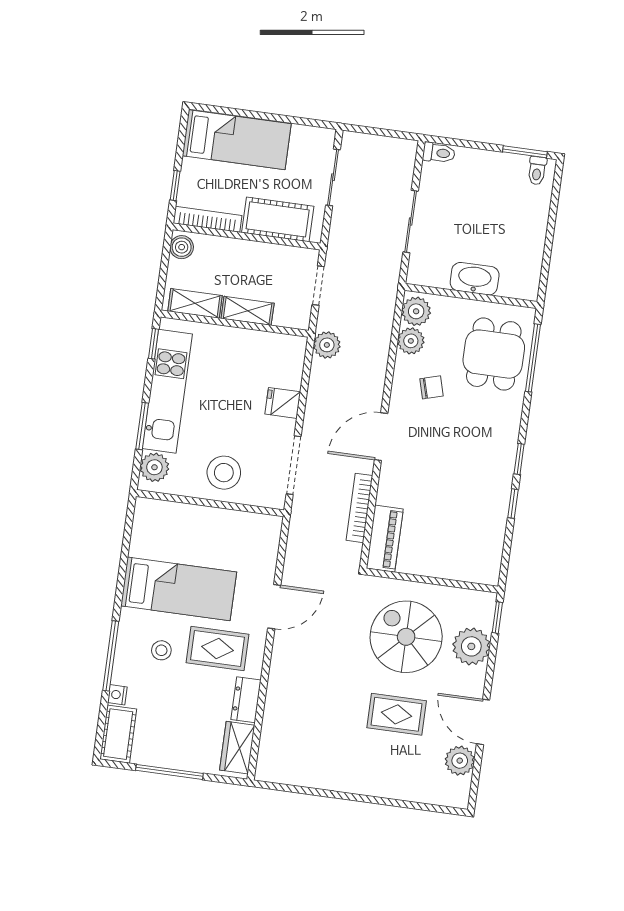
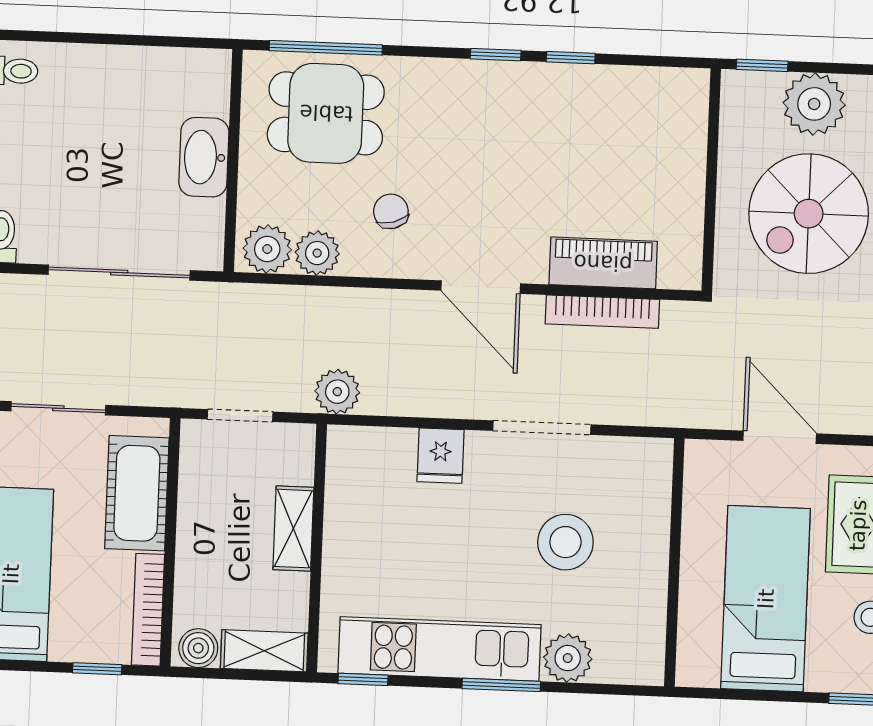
sliding door: (411, 221) -> (119, 273), width x1.37
shelving: (195, 303) -> (264, 651), moved, turned 90
wall: (210, 503) -> (674, 562), moved
piano: (385, 539) -> (603, 263), moved

